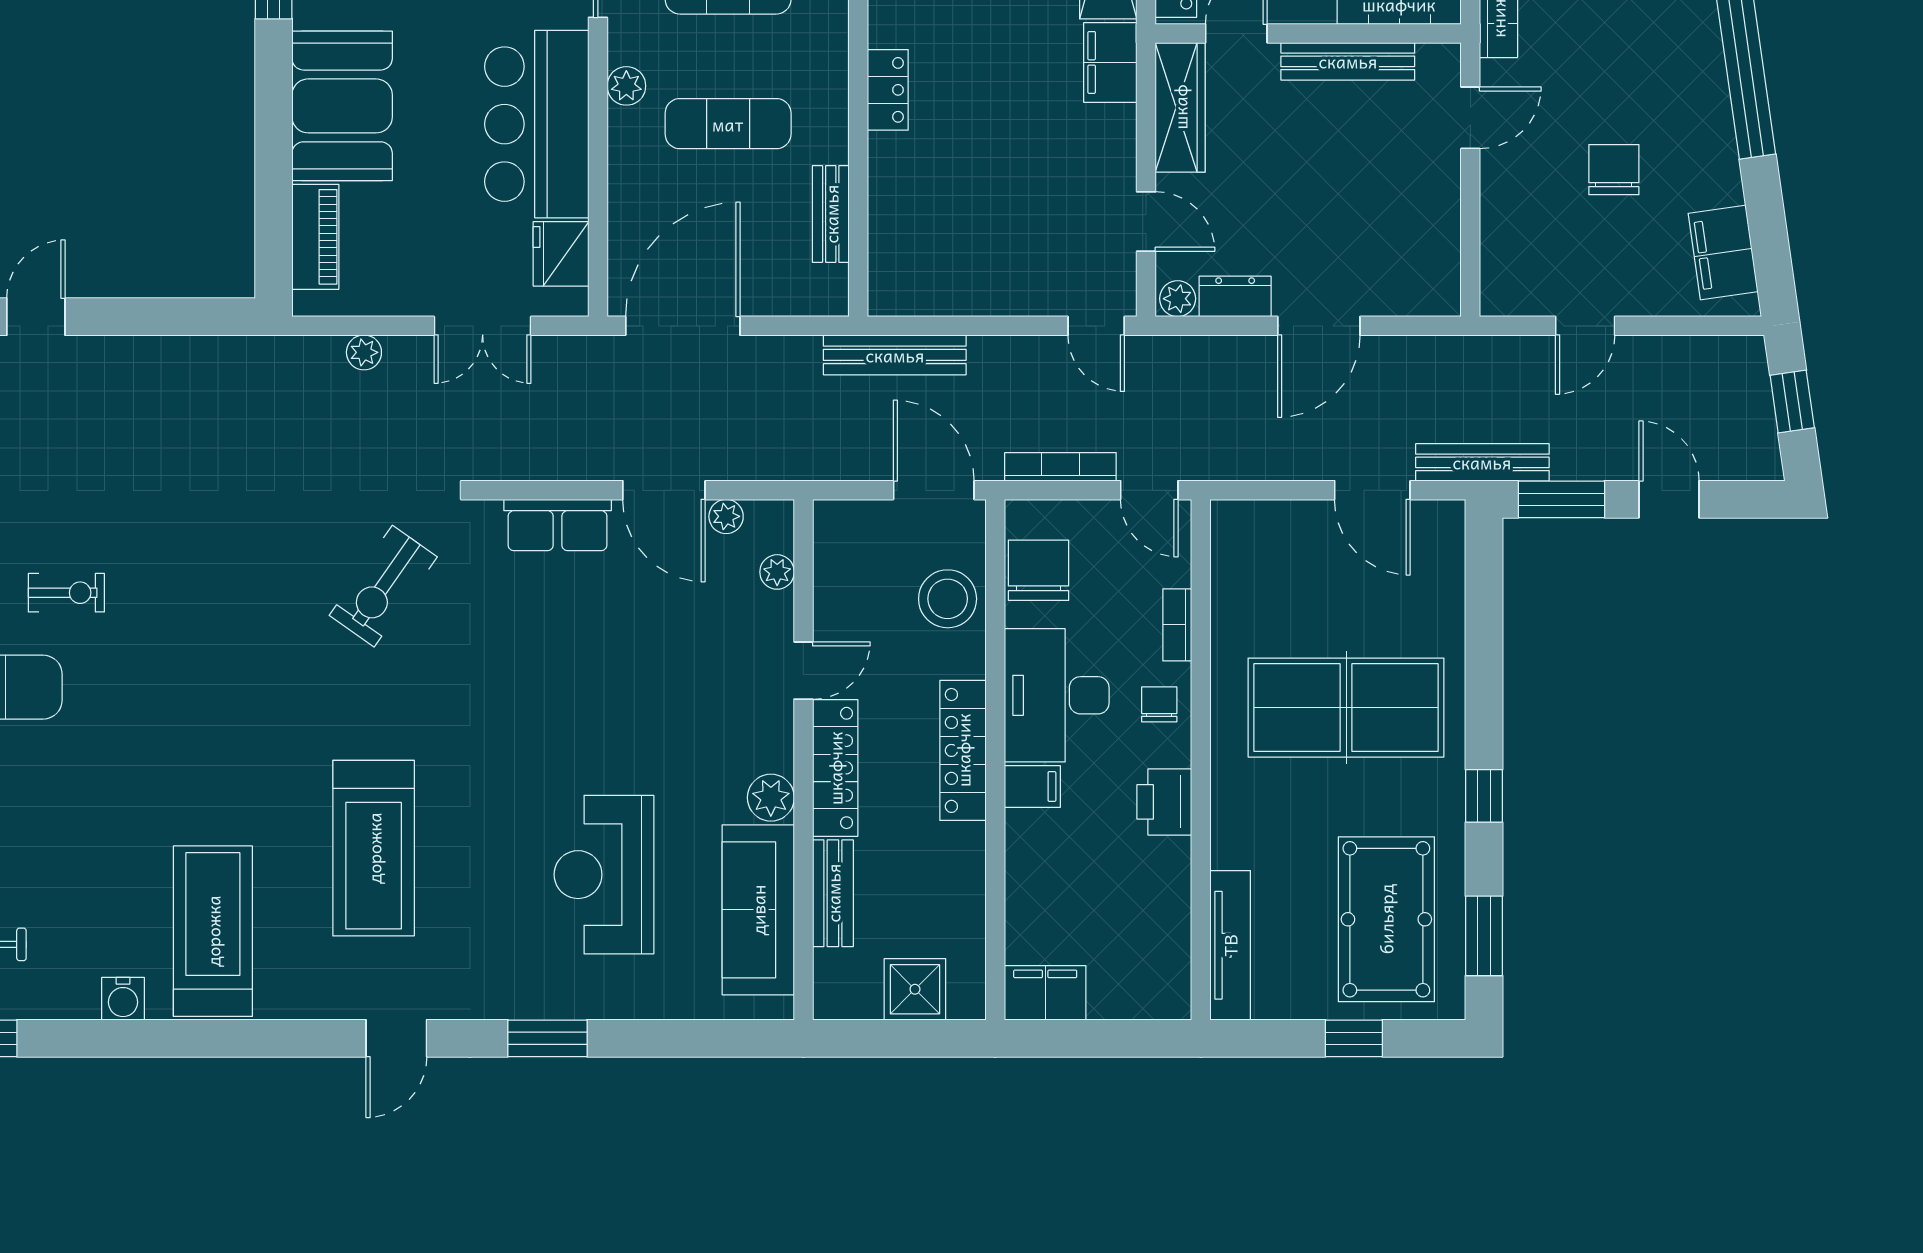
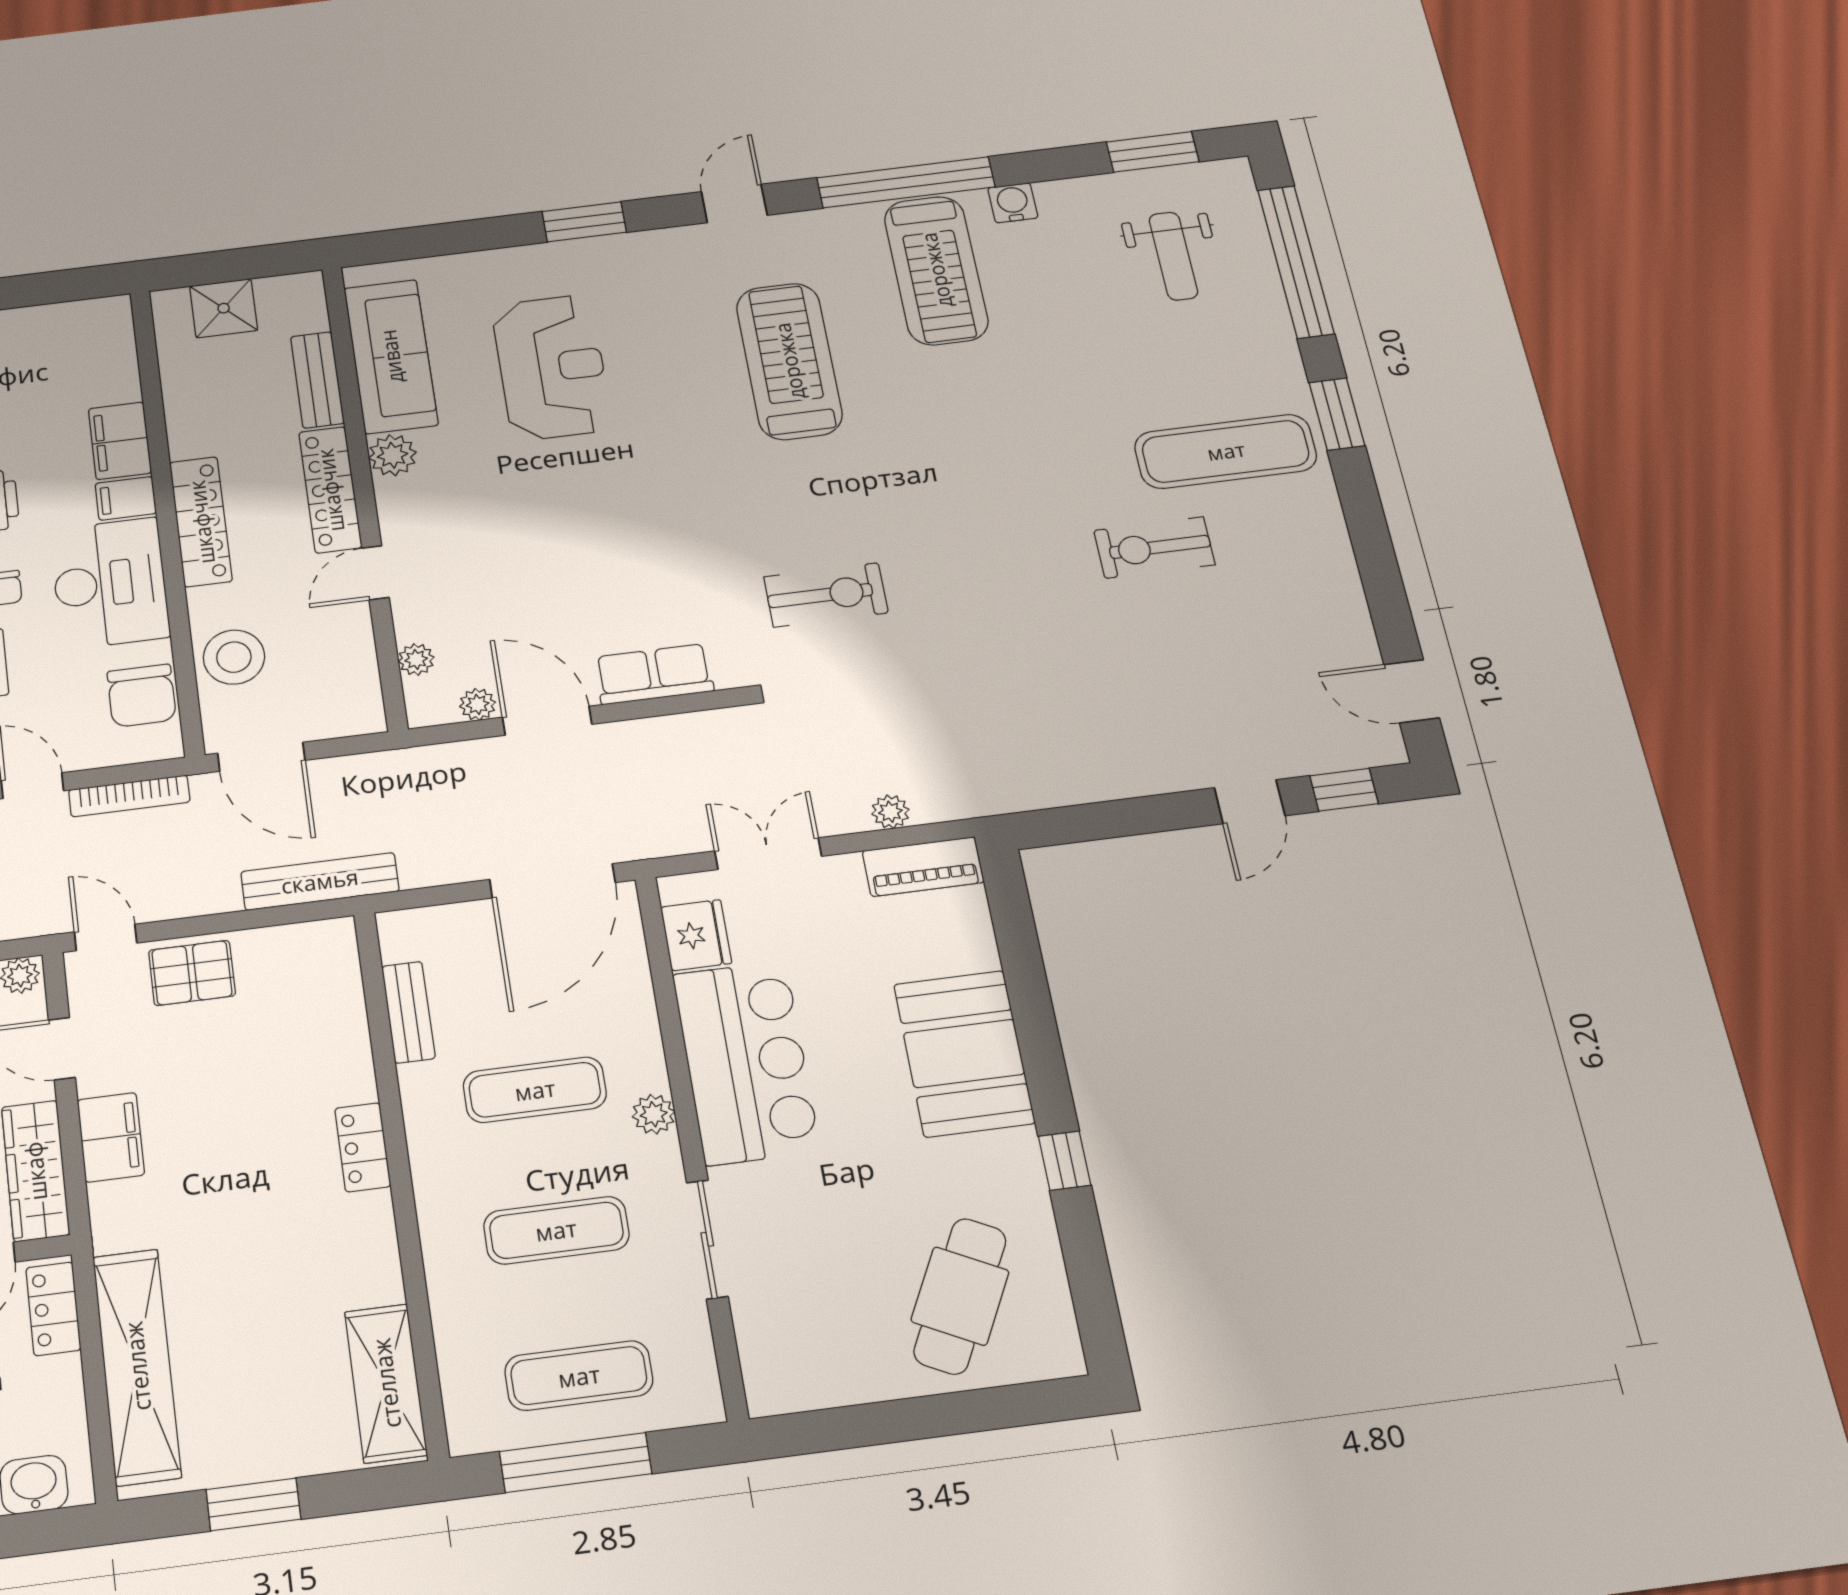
filing cabinet: (1110, 62) -> (111, 1137), moved
piano: (315, 237) -> (923, 867), moved, turned -90
pallet: (1021, 280) -> (192, 973), added
exercise bike: (383, 586) -> (826, 595), turned 55
exercise bike: (66, 593) -> (1154, 548), width x1.38, depth x1.39
filing cabinet: (1045, 993) -> (120, 441), moved, turned 90
window: (223, 1038) -> (906, 182), added

